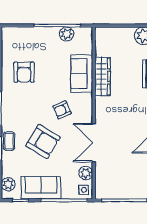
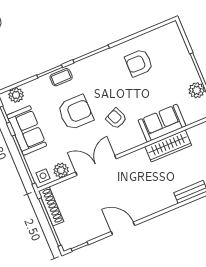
armchair: (43, 141) -> (75, 112), turned -121
shoe rack: (112, 194) -> (51, 206), added

